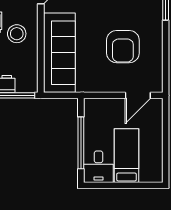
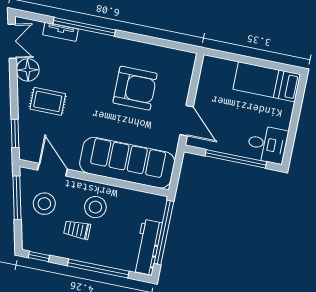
door: (138, 95) -> (187, 121), moved
bed: (127, 156) -> (267, 82), moved

